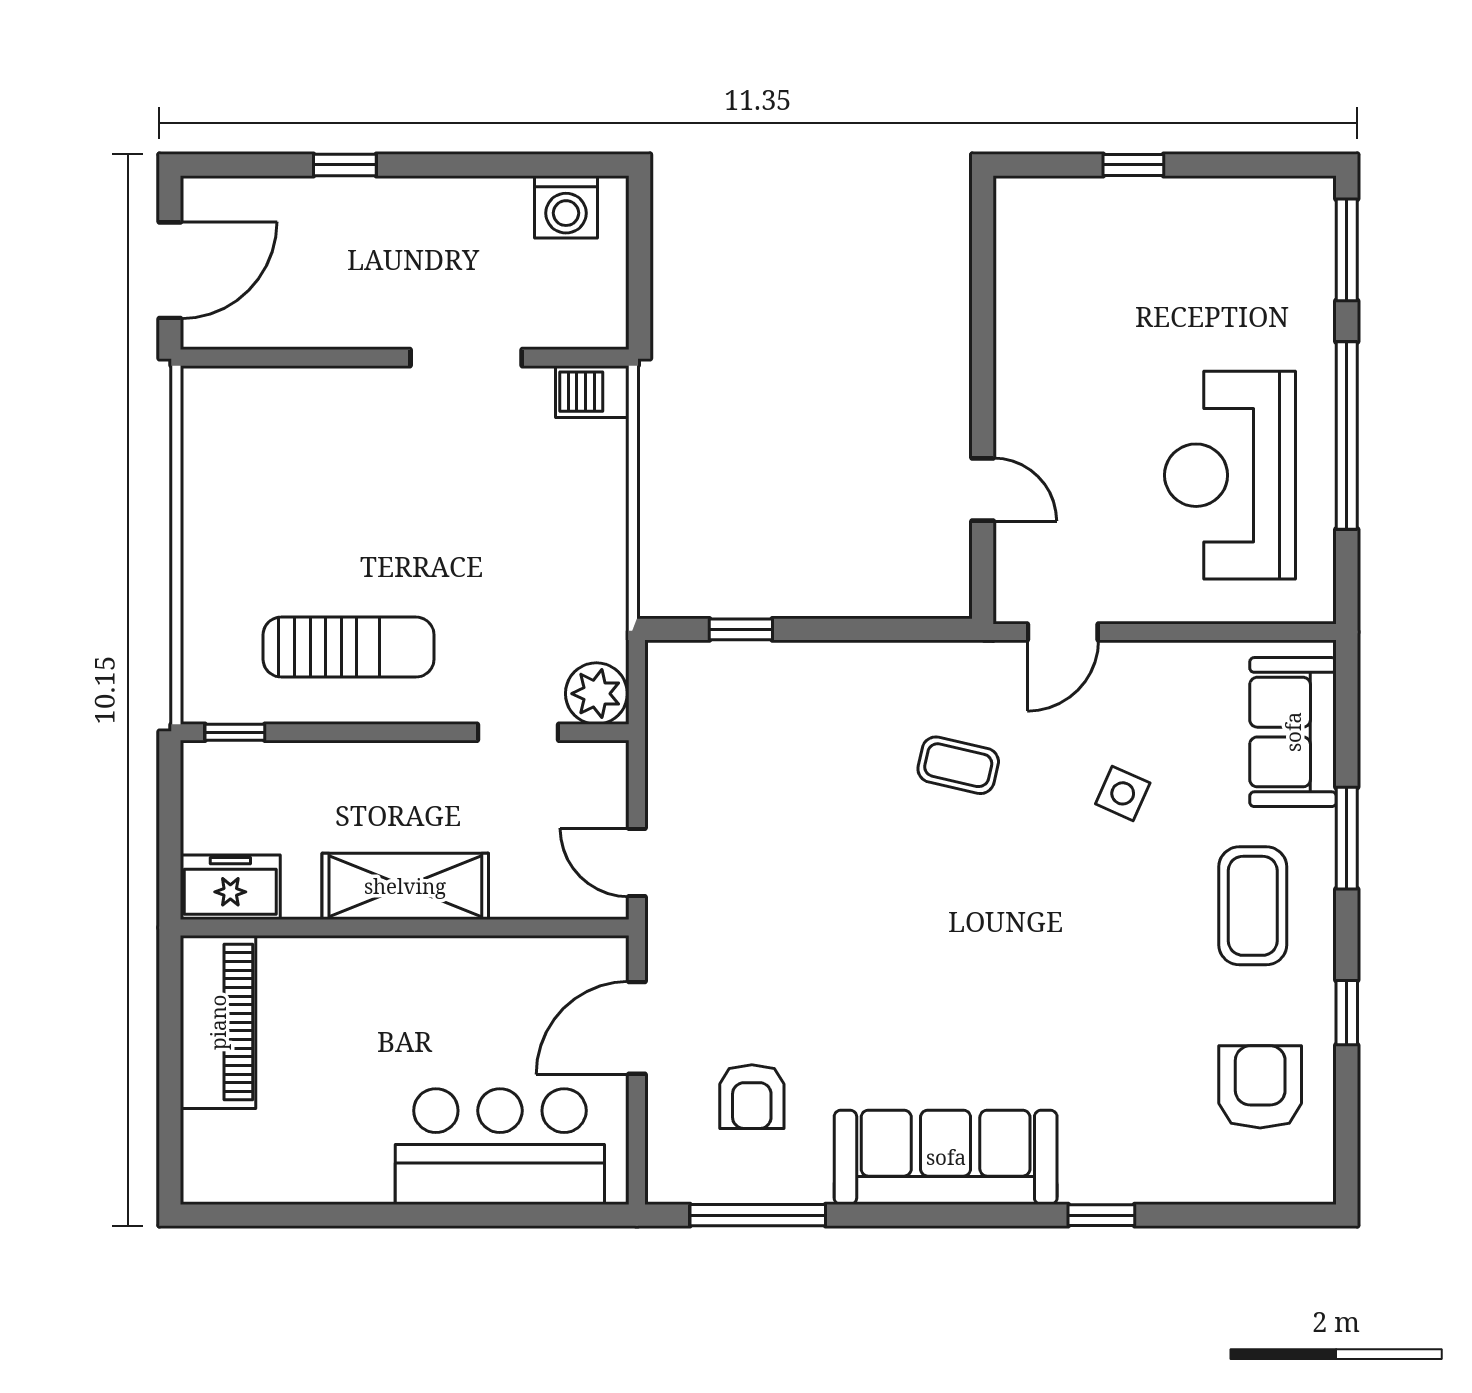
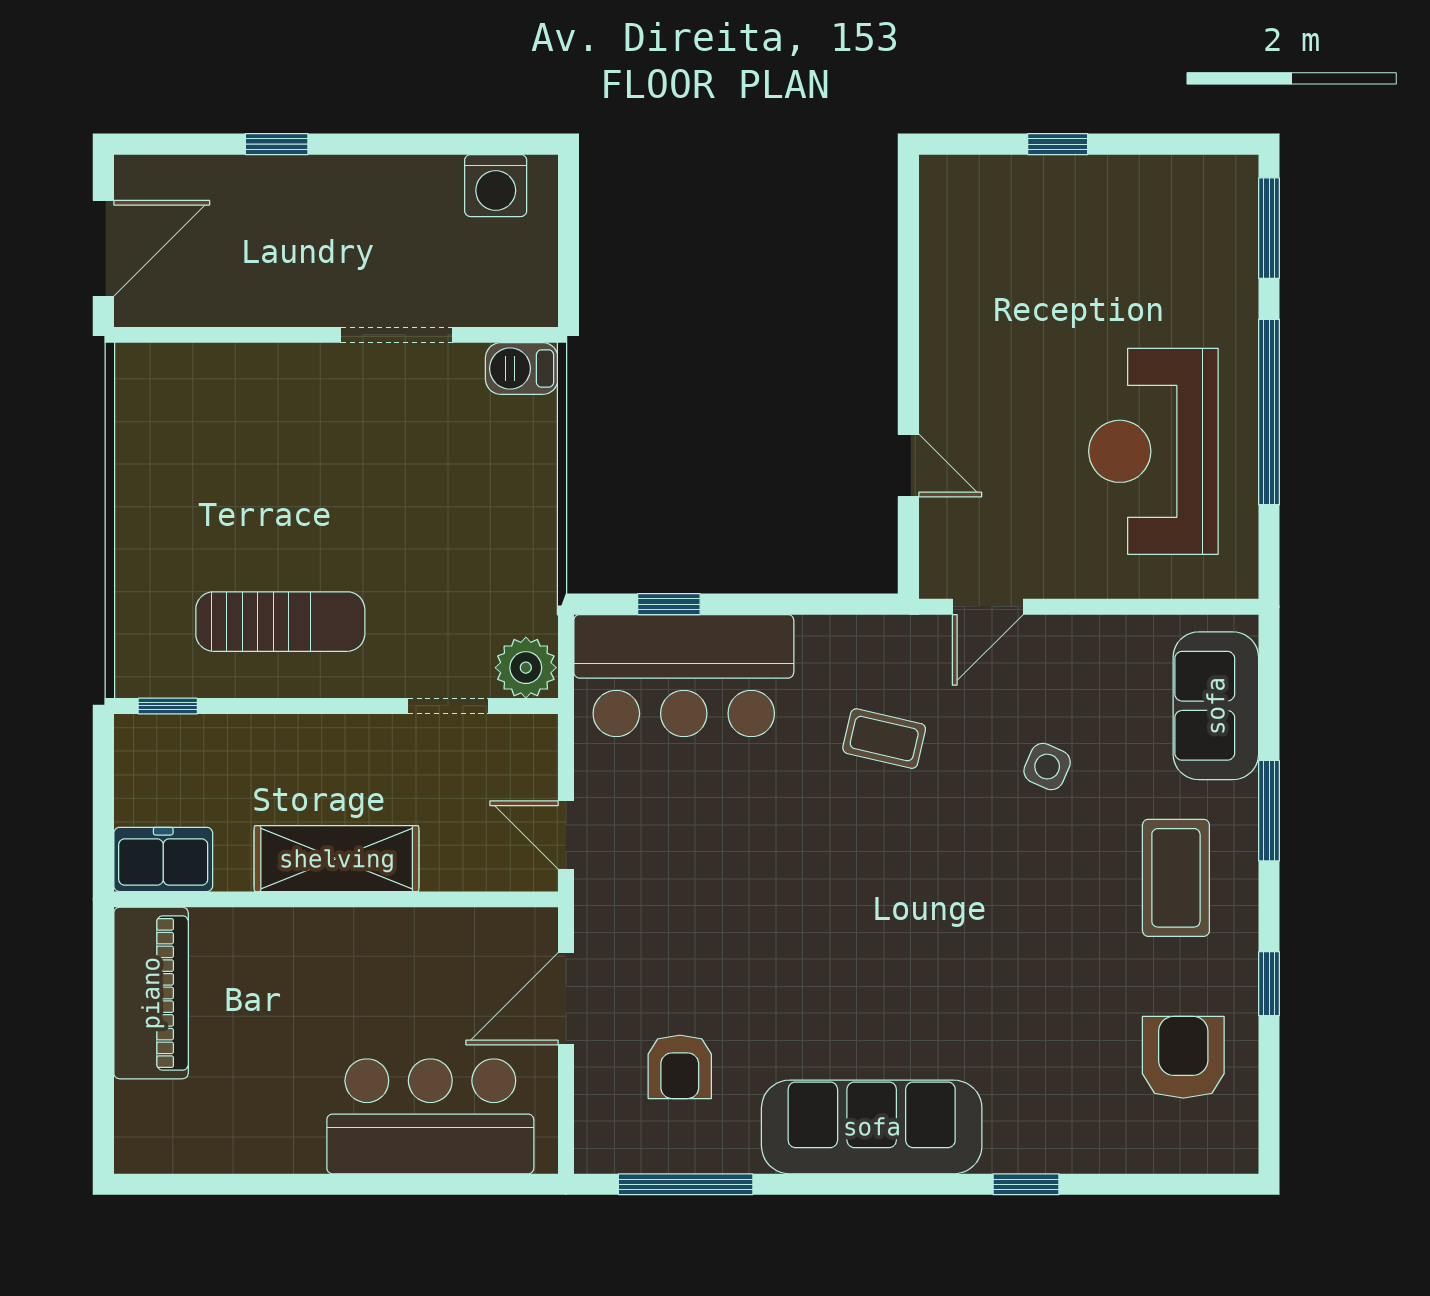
bar counter: (756, 702) -> (684, 676), added

